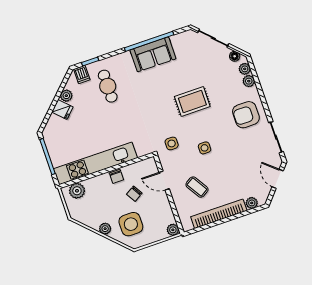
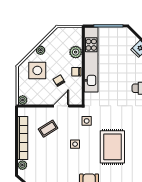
rug: (192, 101) -> (112, 147), width x1.36, depth x1.43
plant: (77, 191) -> (76, 52), moved

